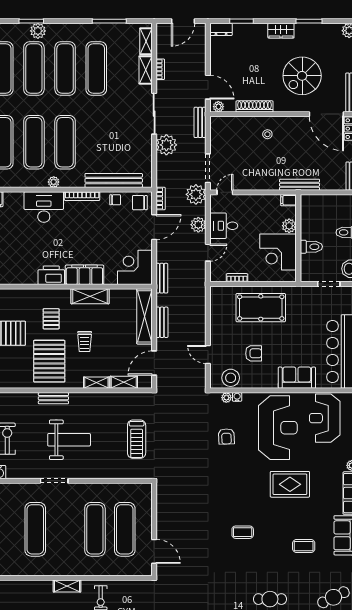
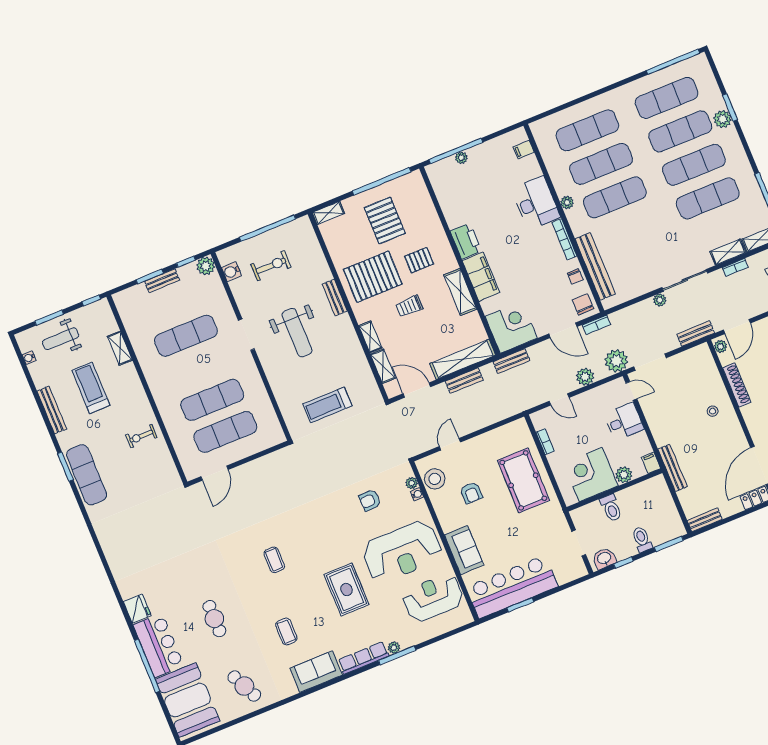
plant: (166, 145) -> (660, 300), width x0.53, depth x0.53
desk: (224, 226) -> (624, 422), moved, turned 90
shelving: (67, 586) -> (120, 348), moved

